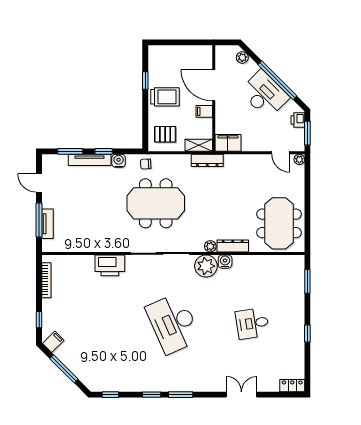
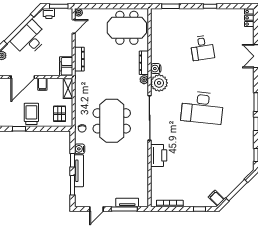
dresser: (207, 160) -> (79, 59), moved
desk: (173, 323) -> (202, 108), turned 30

